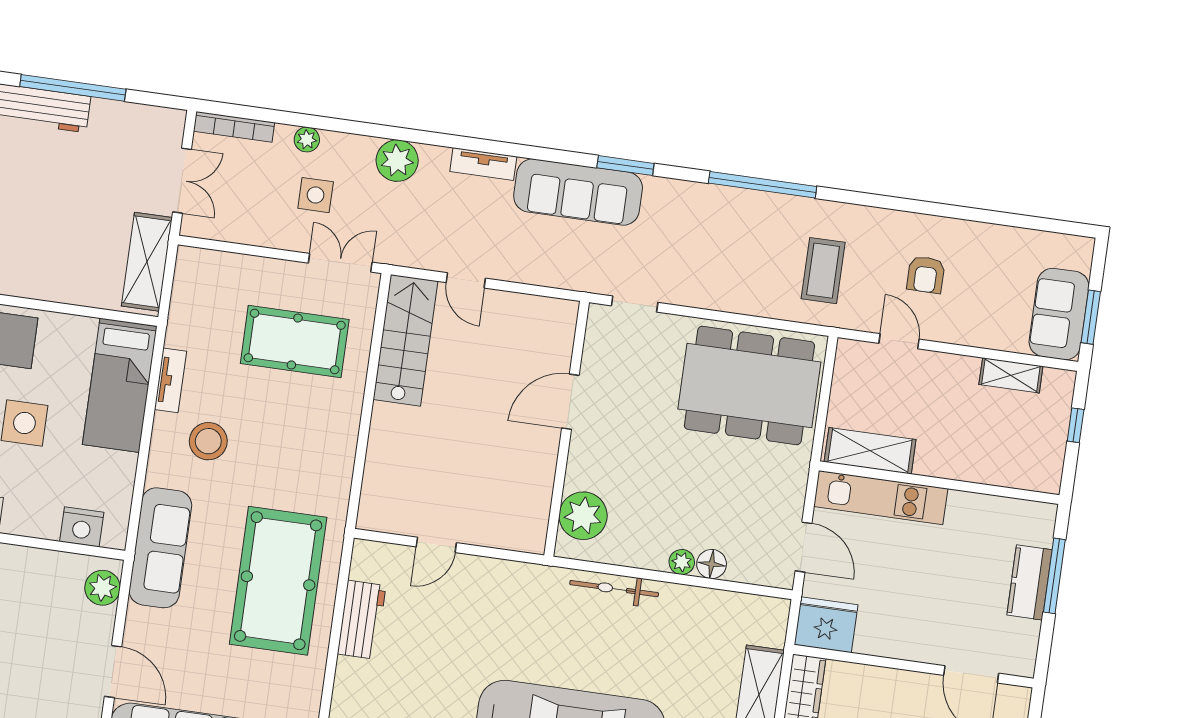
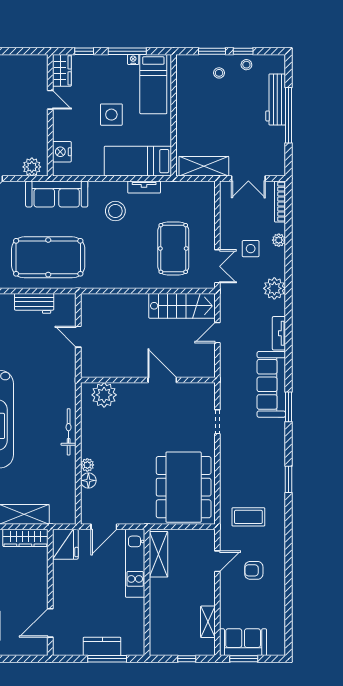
window: (763, 185) -> (288, 479), width x0.47
door: (570, 402) -> (162, 380), moved
wall: (567, 429) -> (148, 380), moved
plant: (583, 516) -> (104, 395), moved

